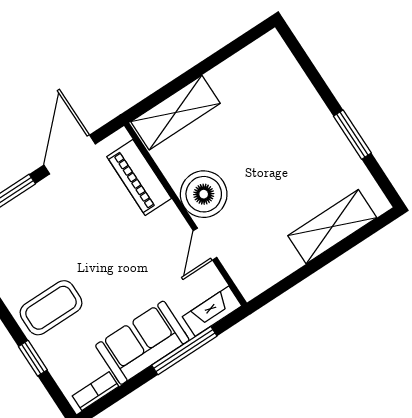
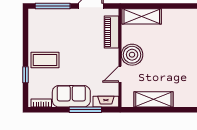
shelving: (332, 227) -> (153, 99), moved

